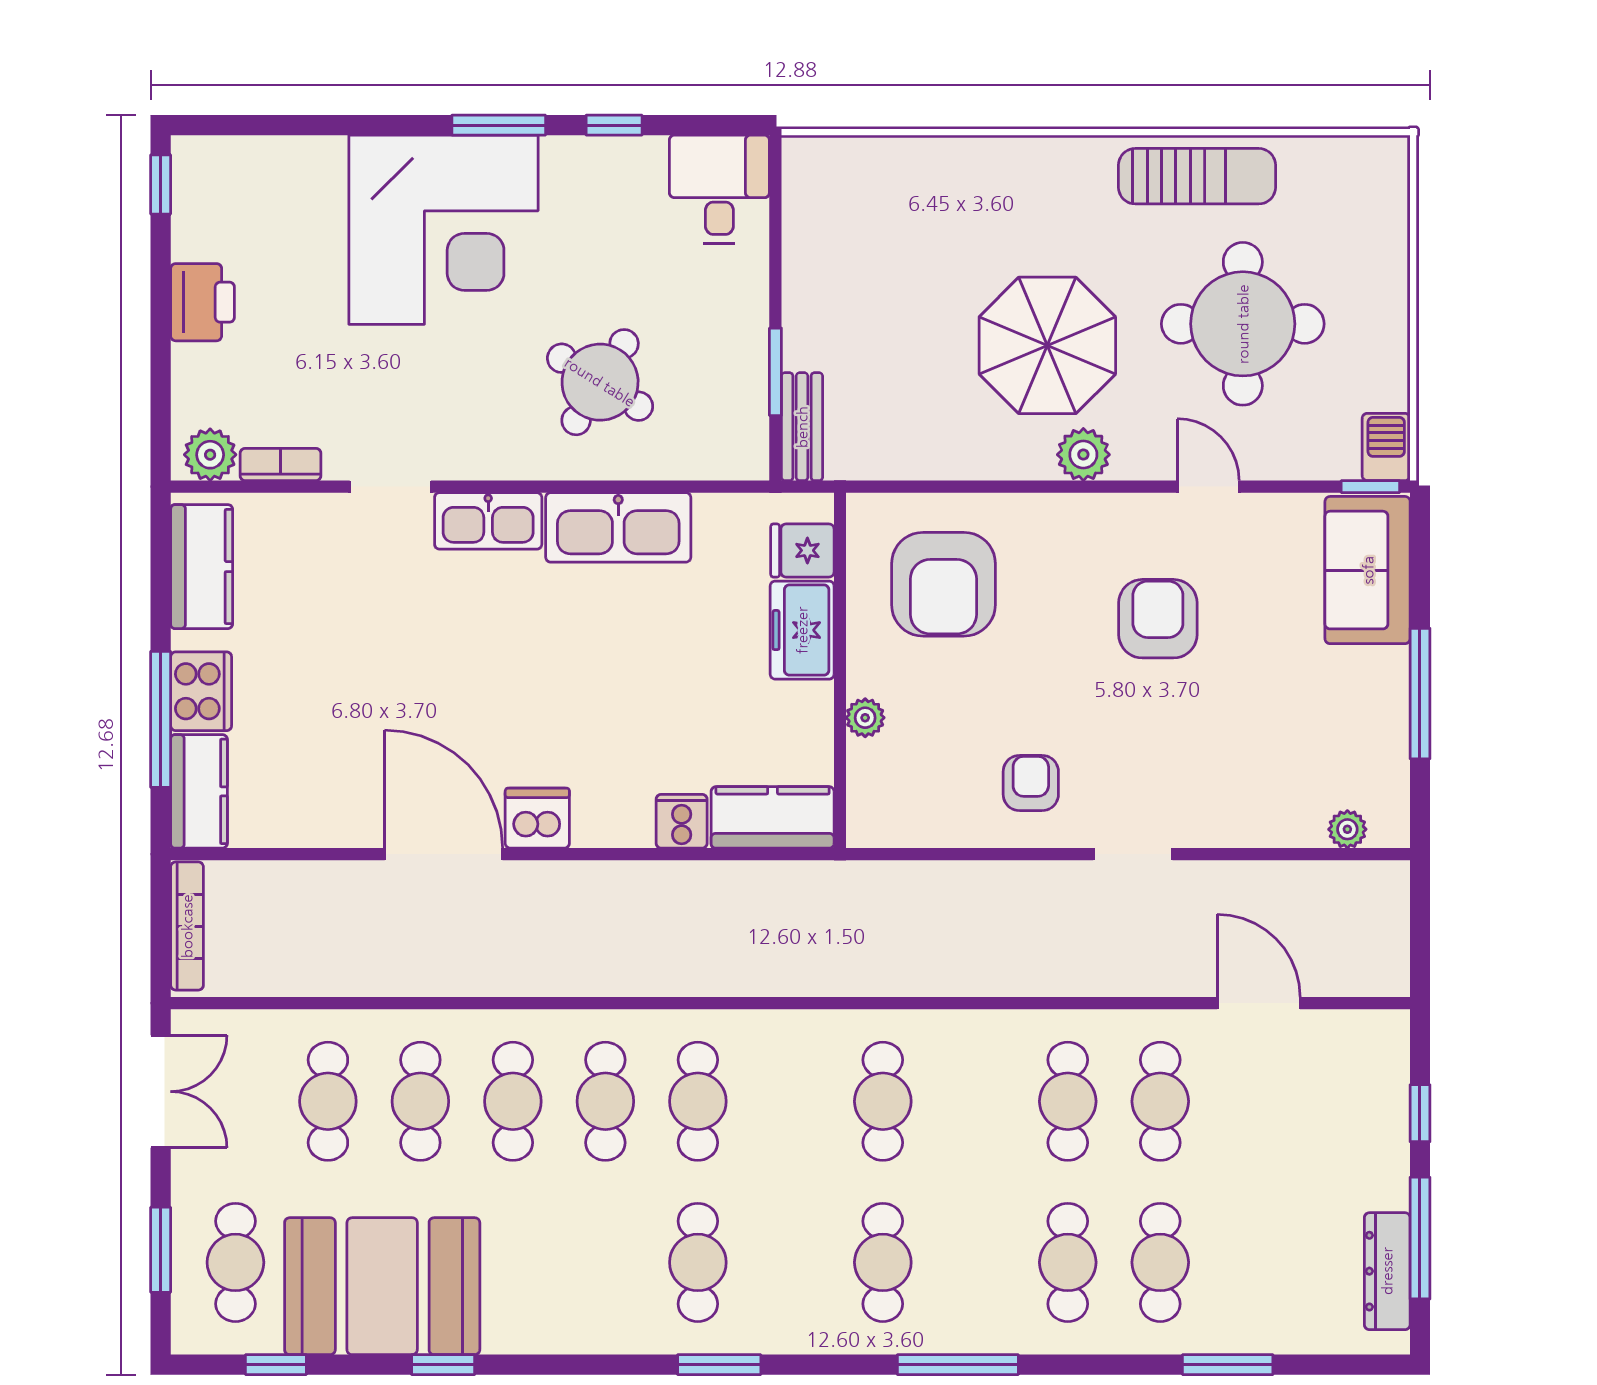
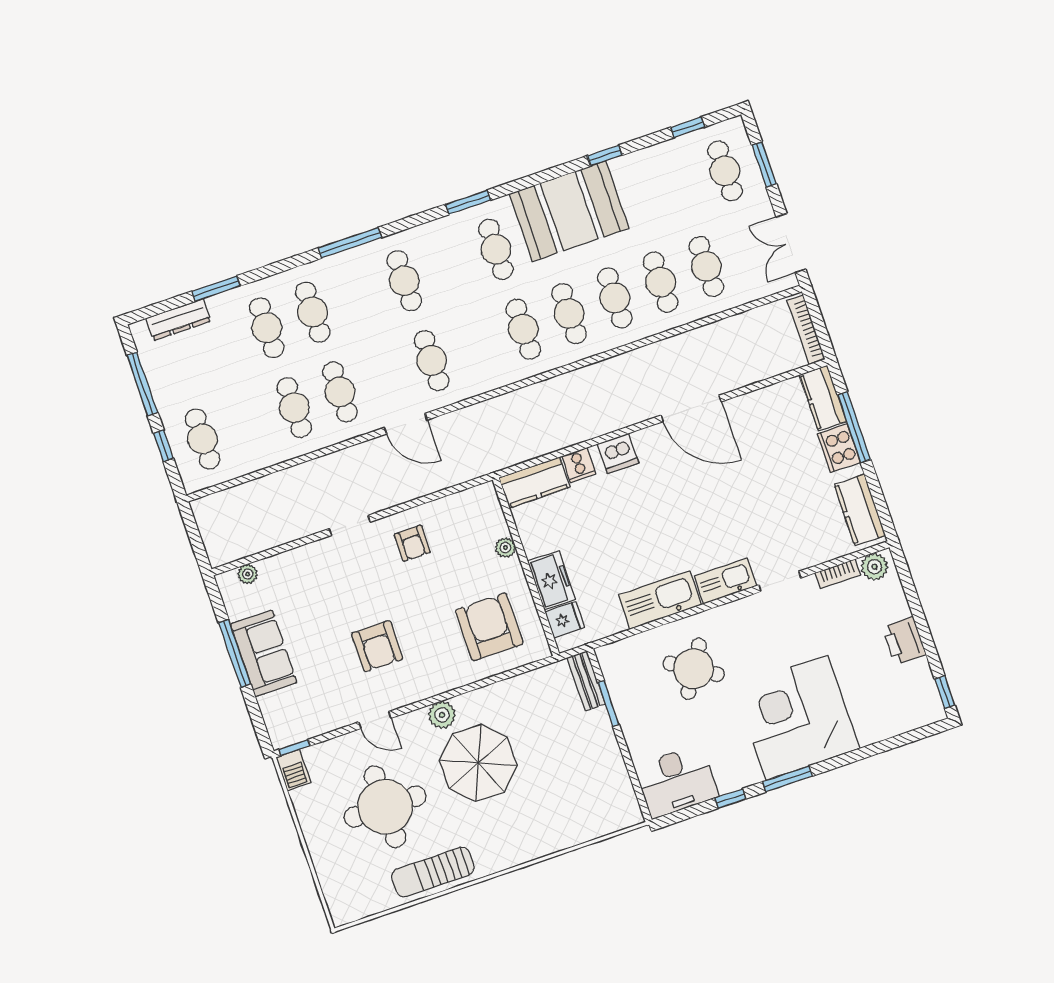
desk: (719, 189) -> (676, 781), width x1.37
sofa: (1368, 570) -> (264, 653), moved
dishwasher: (537, 818) -> (618, 453), moved
door: (1259, 1003) -> (406, 424), moved
cafe table: (1345, 1101) -> (203, 439), added
dresser: (1387, 1271) -> (178, 320), moved, turned 90
booth: (382, 1286) -> (569, 211), moved

